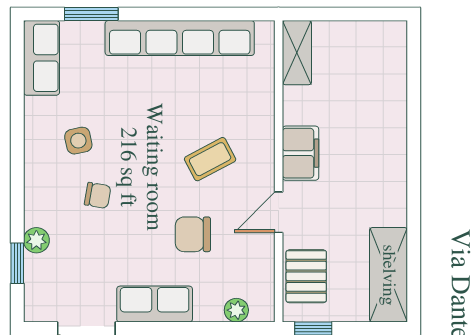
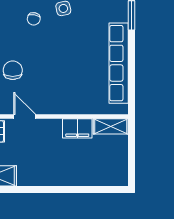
filing cabinet: (301, 153) -> (77, 128), moved
coffee table: (210, 159) -> (53, 80), removed

